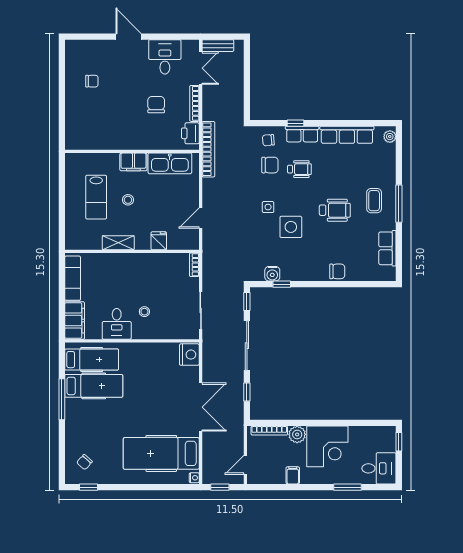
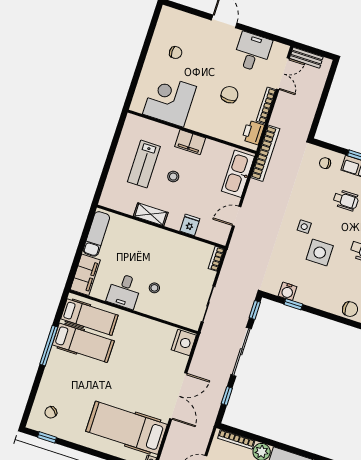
corner desk: (101, 128) -> (170, 100), added
kitchen sink: (170, 163) -> (238, 174), moved, turned 90
chair: (270, 165) -> (319, 187), removed

